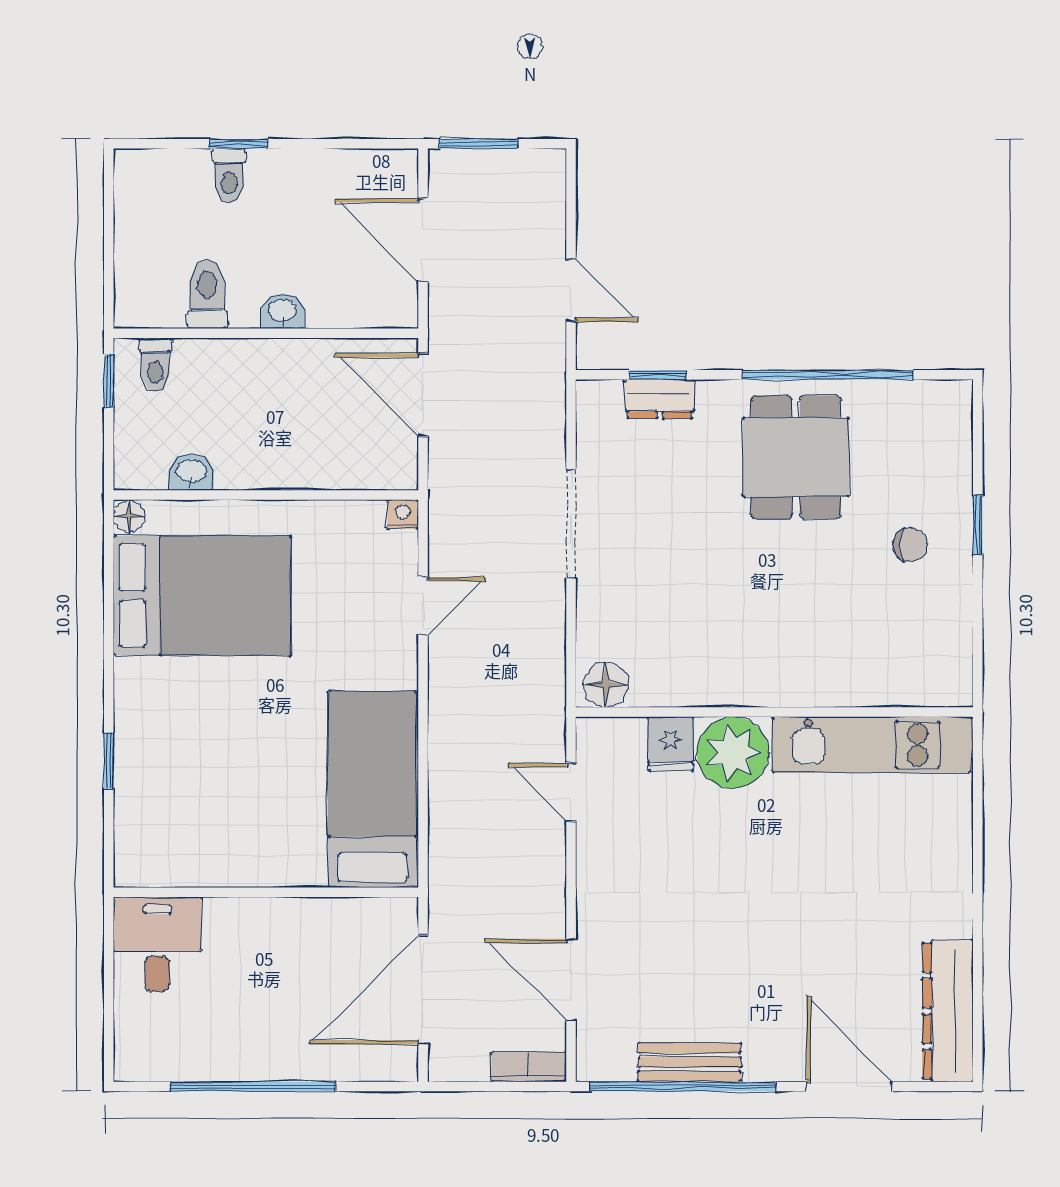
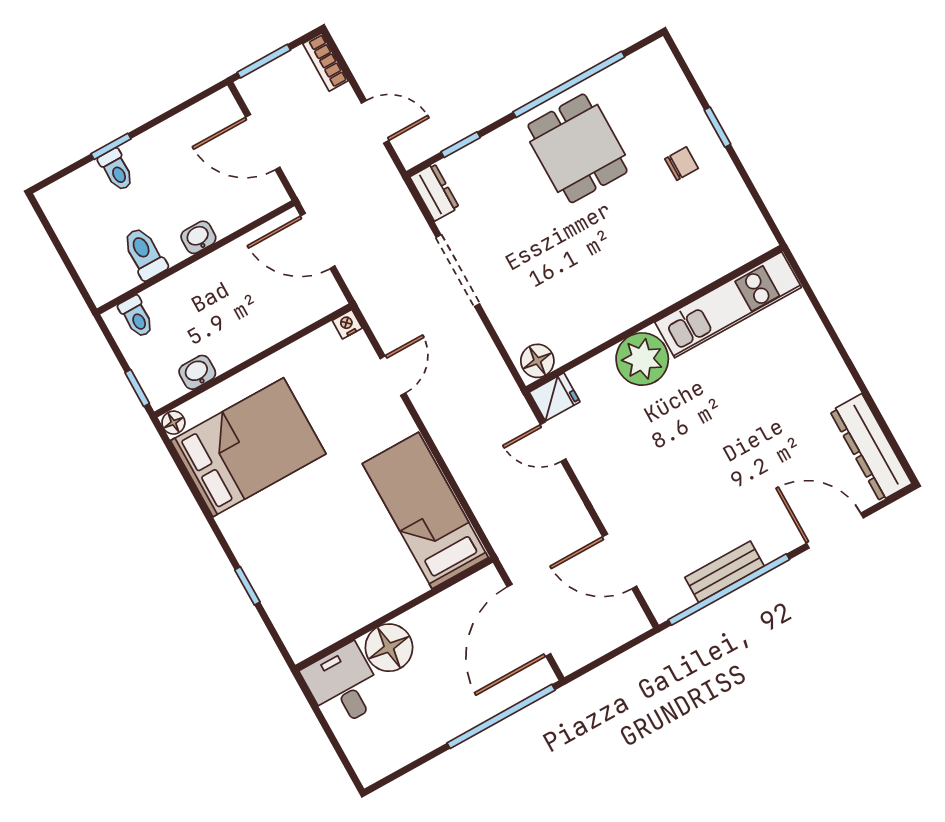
window: (109, 381) -> (137, 388), moved
dresser: (660, 399) -> (434, 192), moved, turned -90
fridge: (671, 744) -> (555, 397), moved, turned -90
floor lamp: (237, 929) -> (389, 648), added
bookcase: (529, 1067) -> (325, 62), moved, turned -90
window: (253, 1086) -> (501, 716), moved

